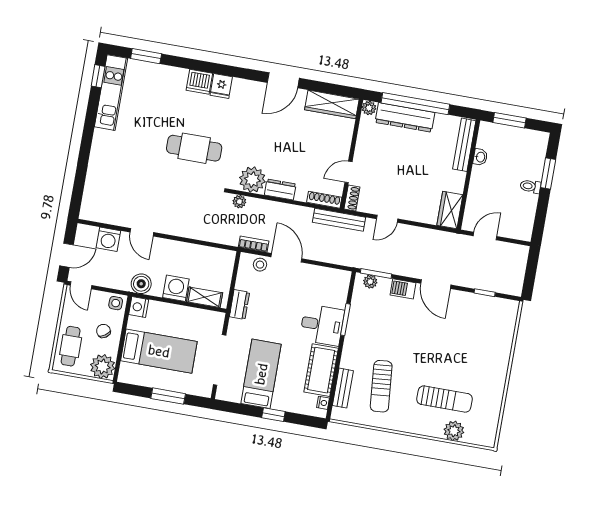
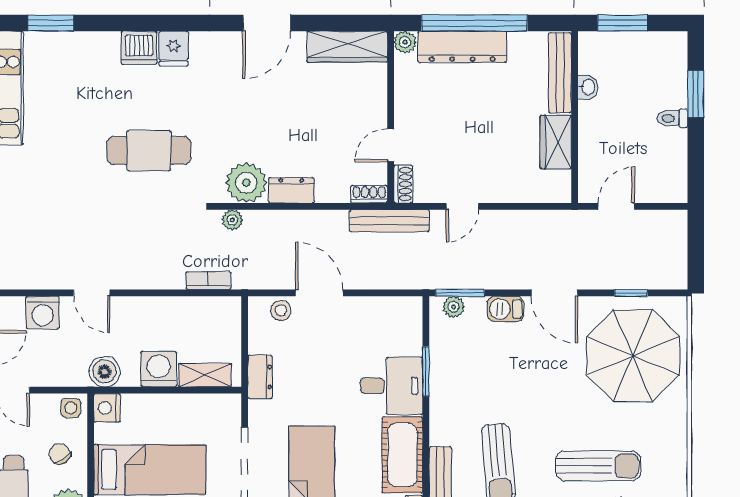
shoe rack: (324, 200) -> (369, 194), width x0.70
wardrobe: (450, 210) -> (556, 142), moved
bookcase: (254, 244) -> (208, 281), moved
parasol: (479, 333) -> (633, 356), added

